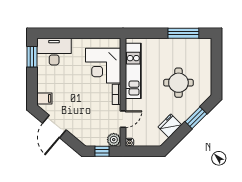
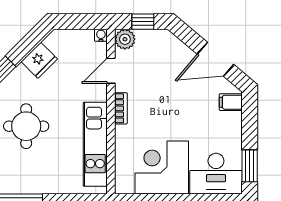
corner desk: (103, 66) -> (162, 168), moved, turned -90
door: (54, 127) -> (215, 59), swing flipped

